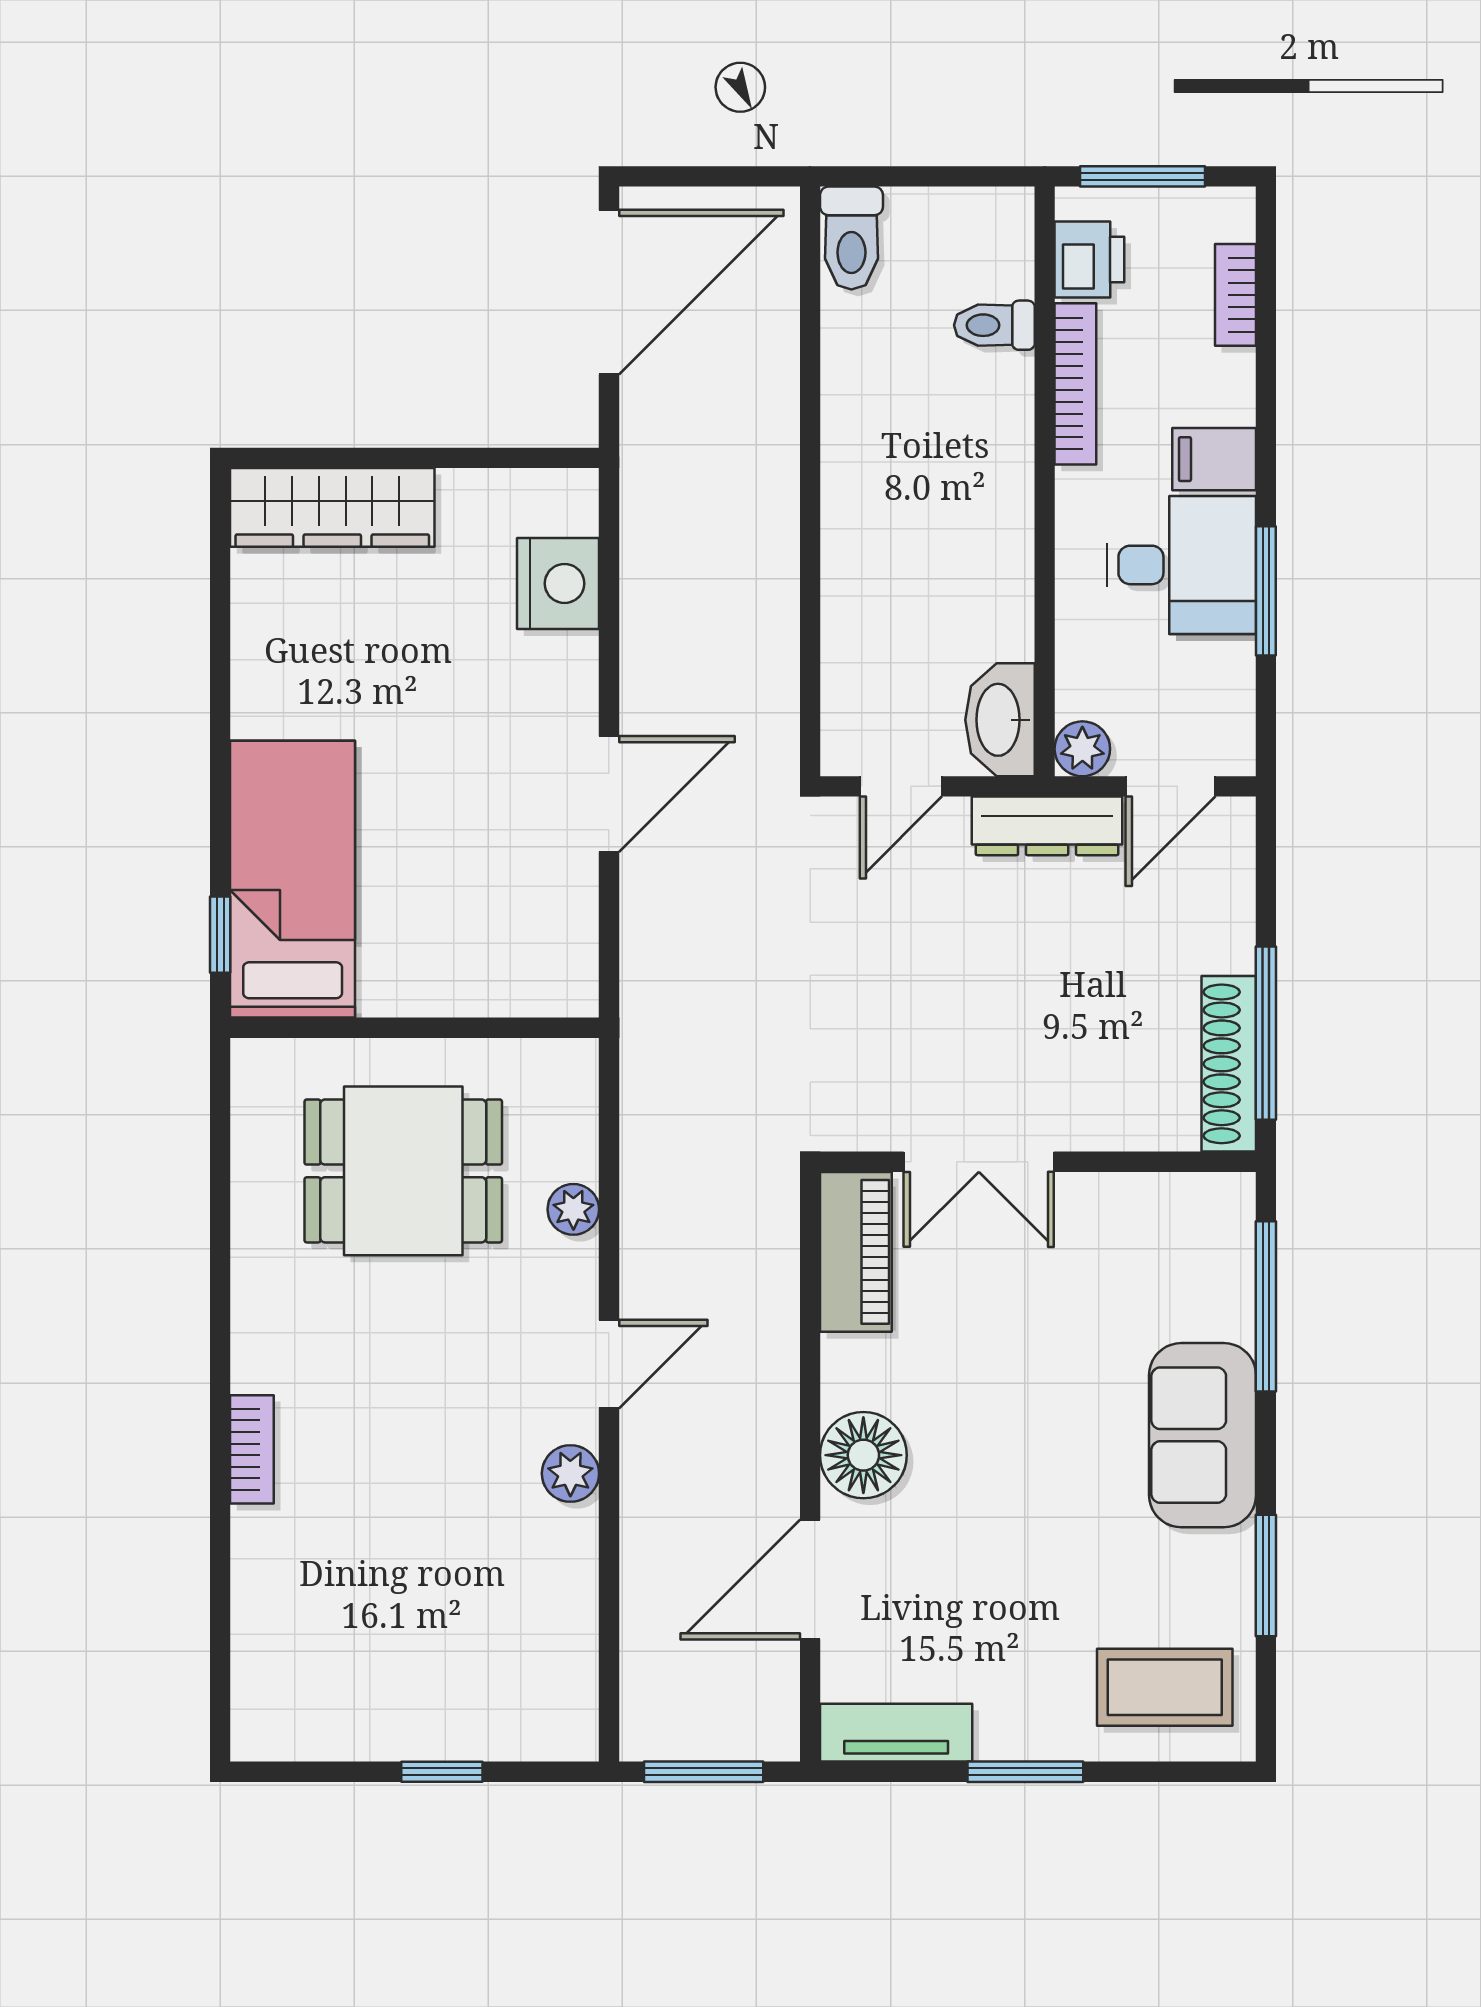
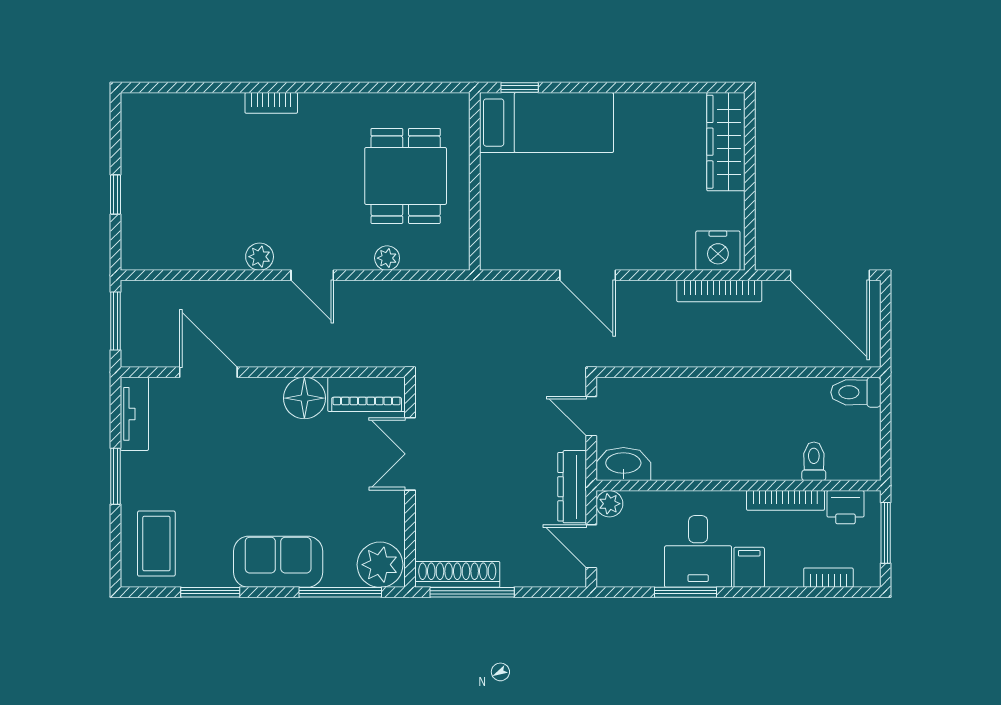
bookcase: (642, 521) -> (719, 291), added
nightstand: (558, 583) -> (718, 251), moved
plant: (1209, 1224) -> (380, 565), added
floor lamp: (863, 1455) -> (304, 398), moved

